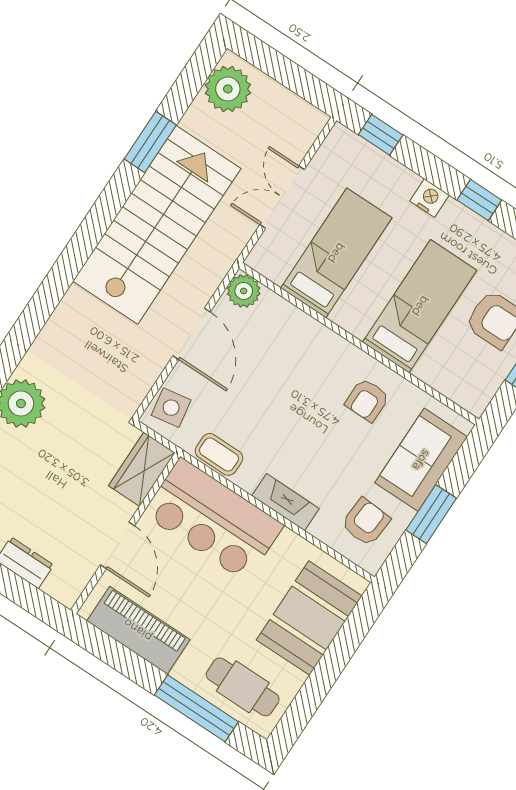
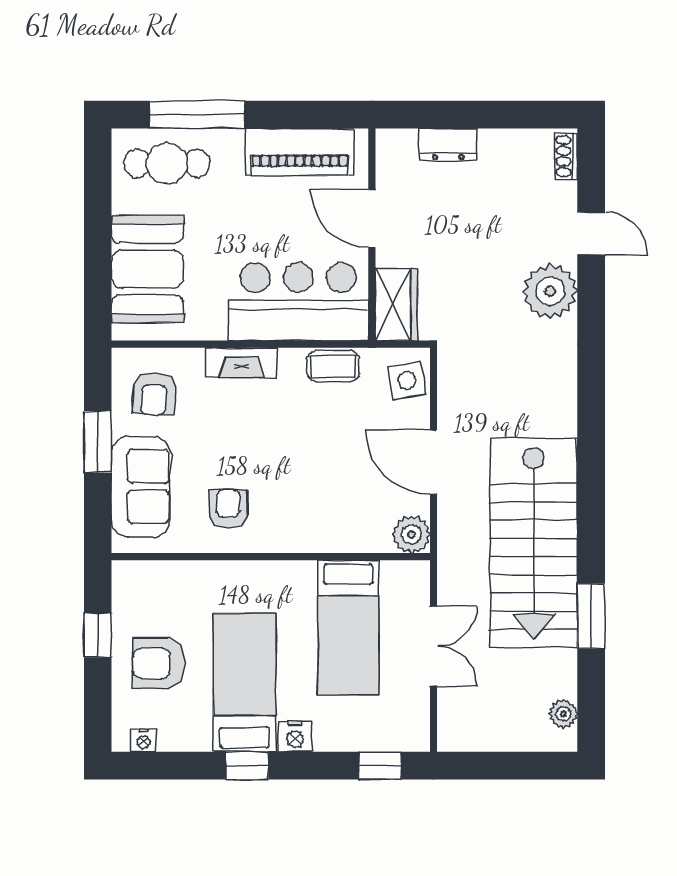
plant: (228, 89) -> (564, 714), width x0.53, depth x0.53
bed: (420, 306) -> (245, 683), moved, turned 180

